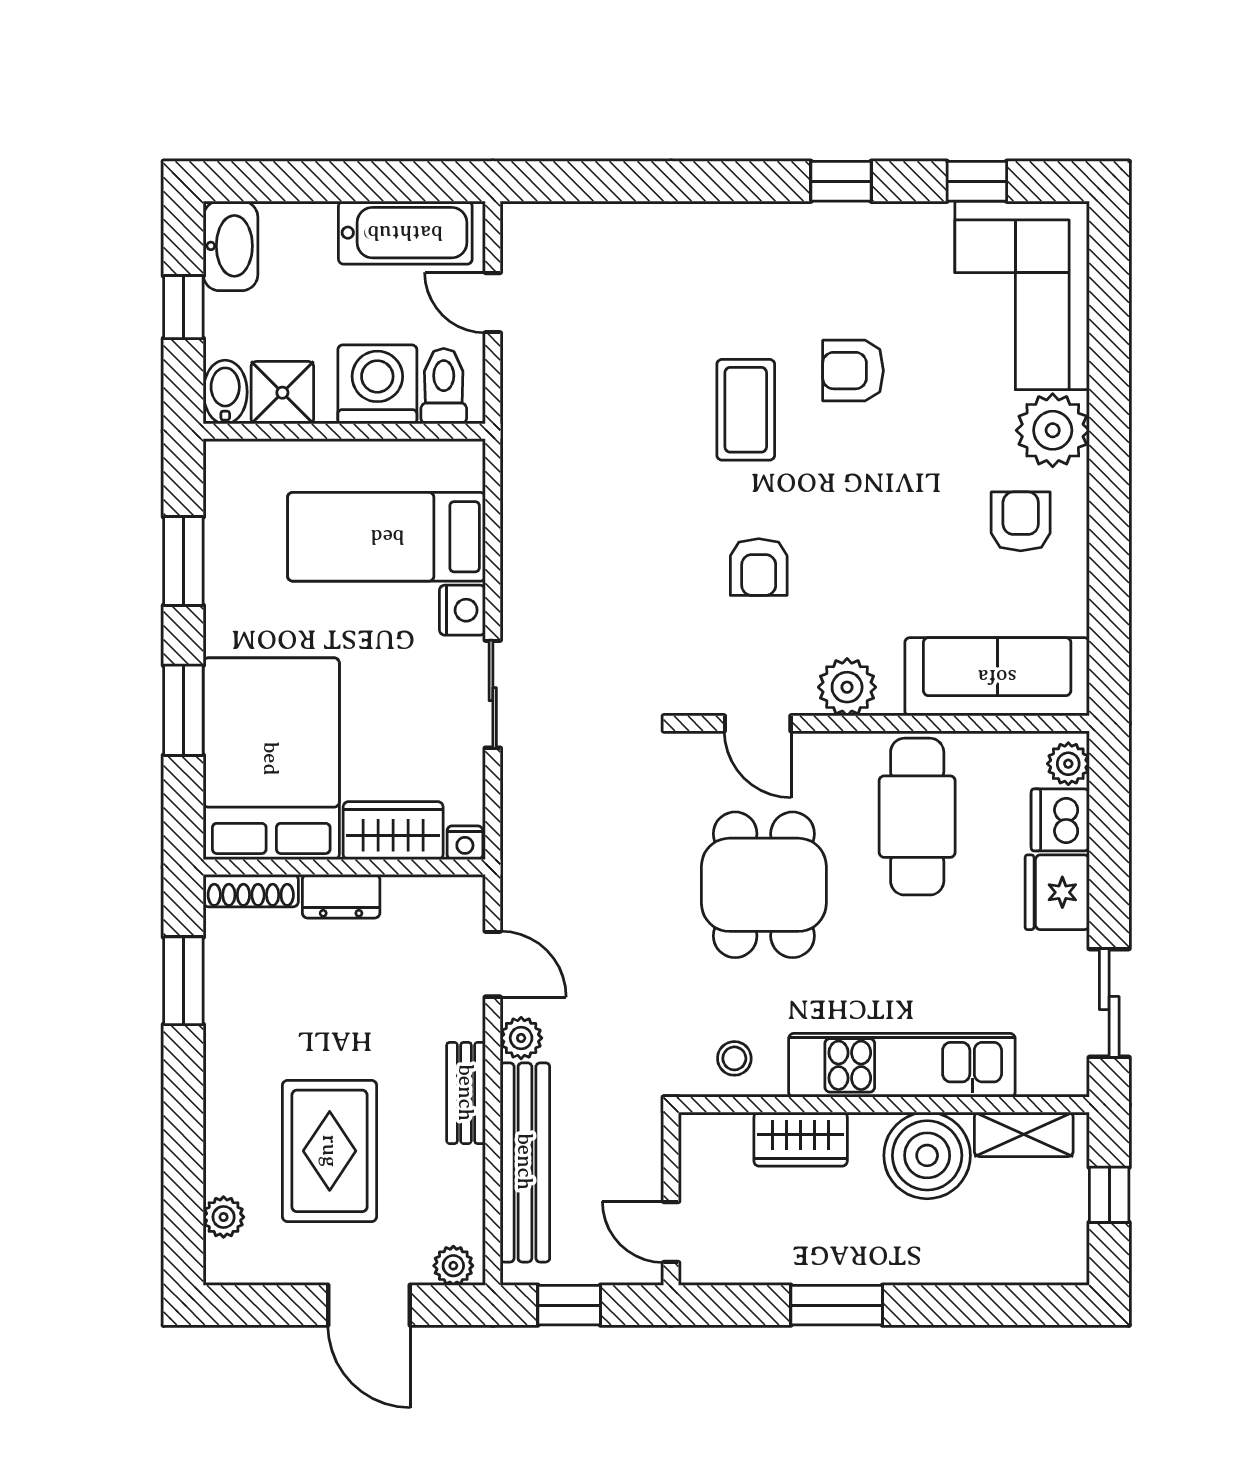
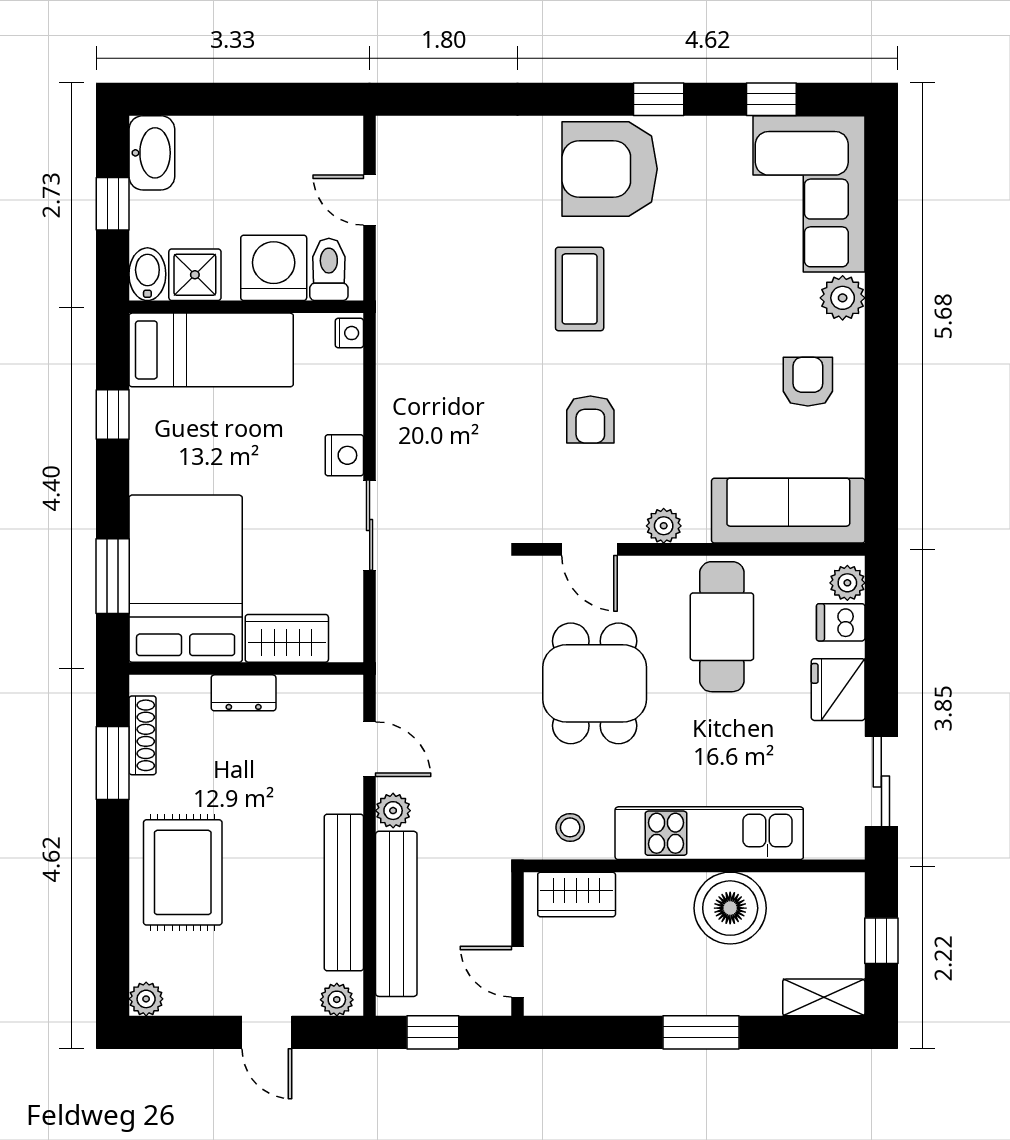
bathtub: (405, 233) -> (297, 142), removed
armchair: (853, 371) -> (610, 169), moved, width x1.88, depth x1.88
plant: (1053, 430) -> (843, 298), width x0.73, depth x0.73
bed: (387, 537) -> (211, 350), moved, turned 180
window: (183, 561) -> (113, 415), width x0.67
plant: (847, 687) -> (664, 526), width x0.73, depth x0.73
window: (183, 710) -> (113, 576), moved
dishwasher: (1060, 820) -> (841, 622), width x0.73
nightstand: (465, 843) -> (349, 333), moved, turned -90
shoe rack: (251, 891) -> (143, 735), moved, turned -90
bench: (466, 1093) -> (344, 893), width x1.86, depth x1.21
shelving: (1024, 1134) -> (824, 997), moved
wardrobe: (801, 1139) -> (577, 895), moved
rug: (330, 1151) -> (183, 872), moved
plant: (224, 1217) -> (146, 999), moved
door: (369, 1305) -> (267, 1032), width x0.73
window: (837, 1305) -> (701, 1032), moved

